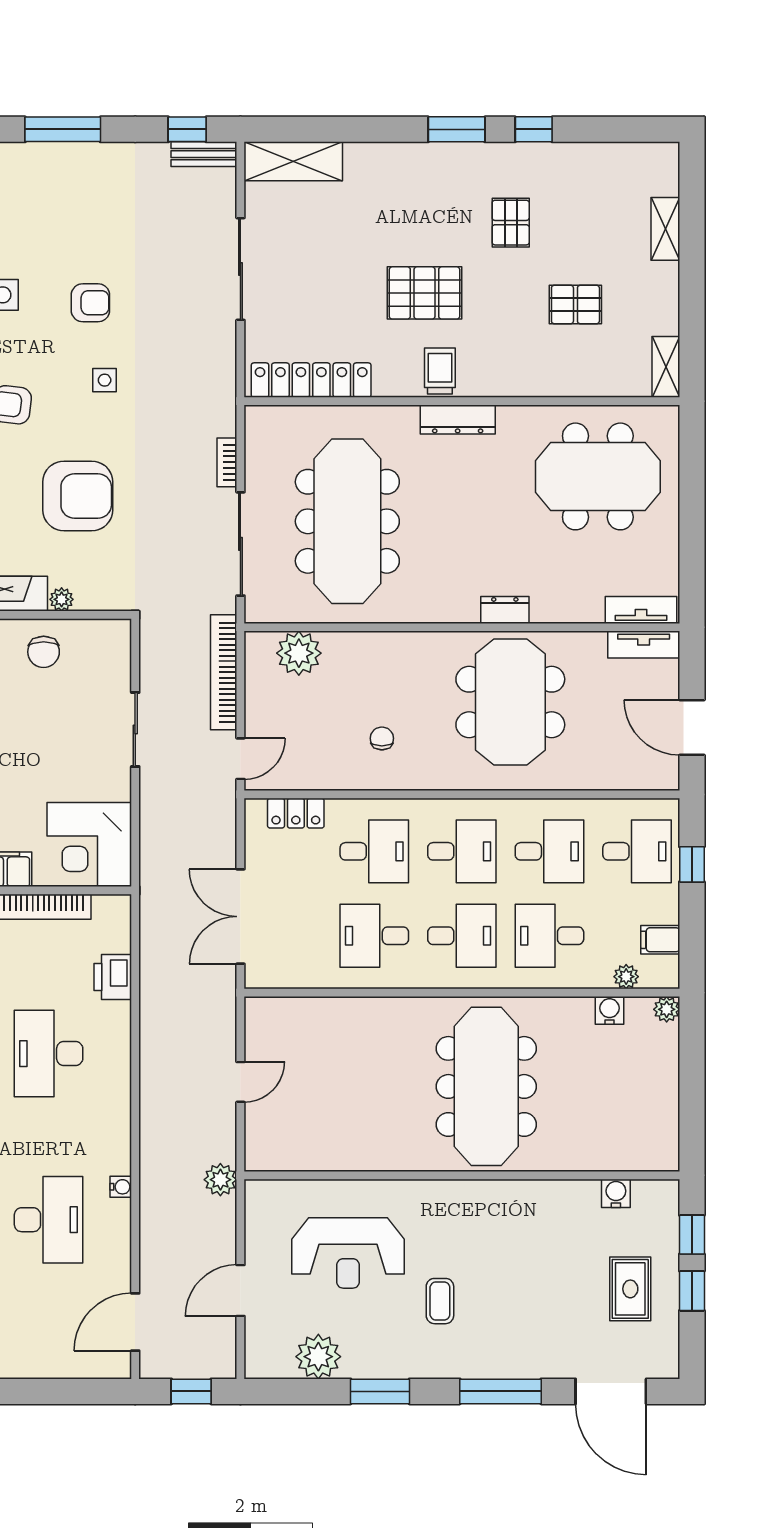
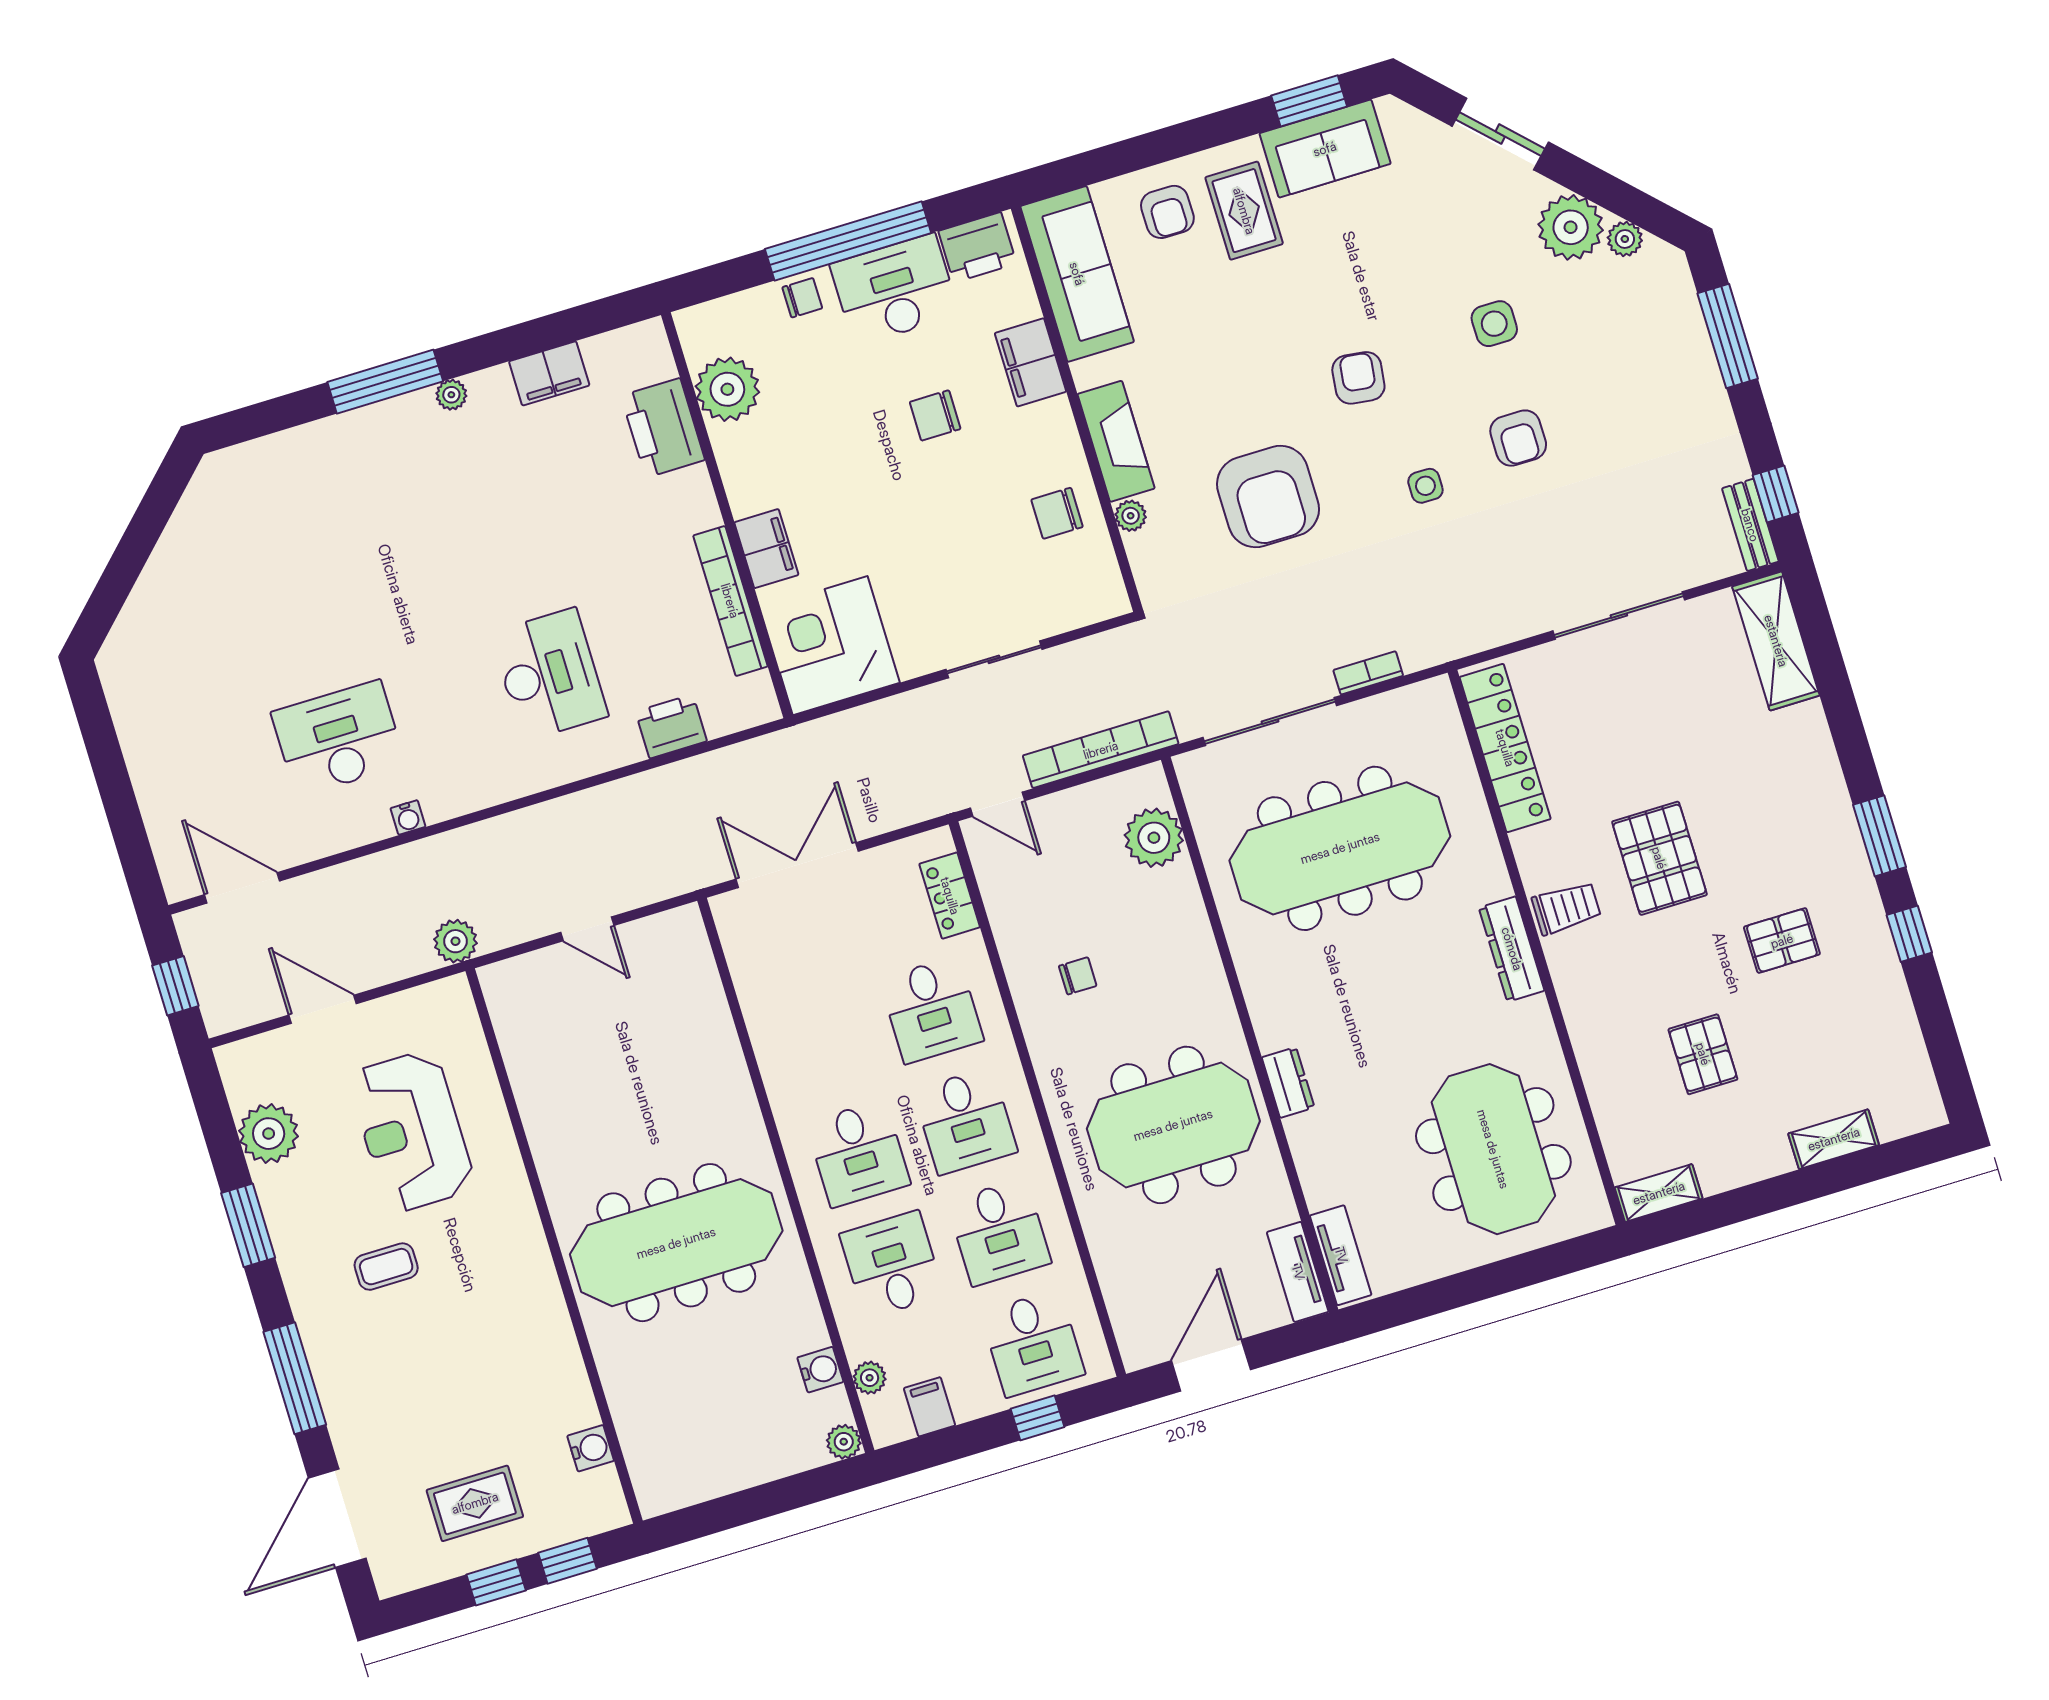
desk: (374, 936) -> (824, 1042), removed
desk: (49, 1054) -> (549, 674), turned 90
desk: (49, 1220) -> (338, 738), turned 180

